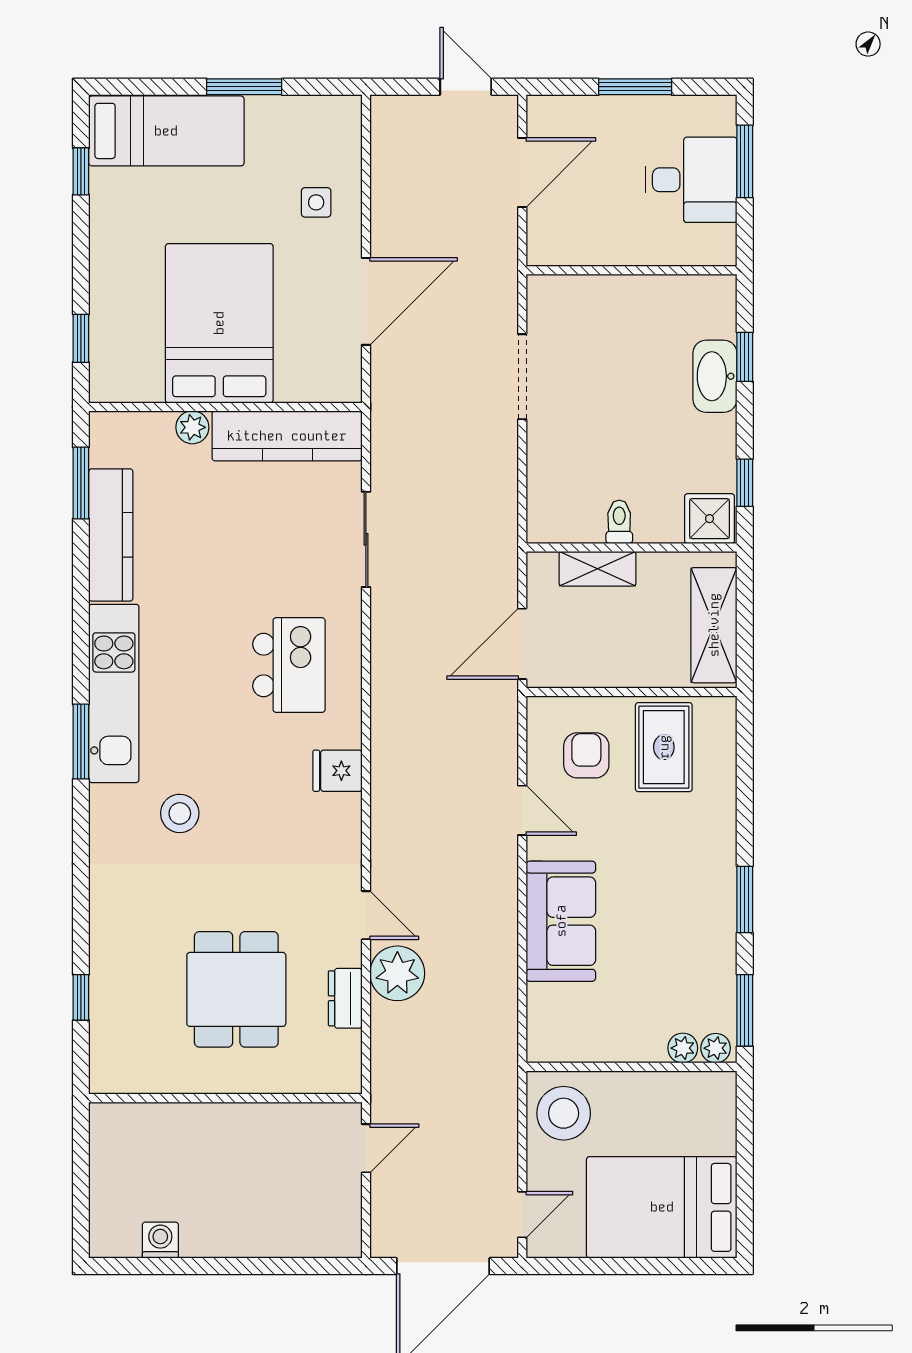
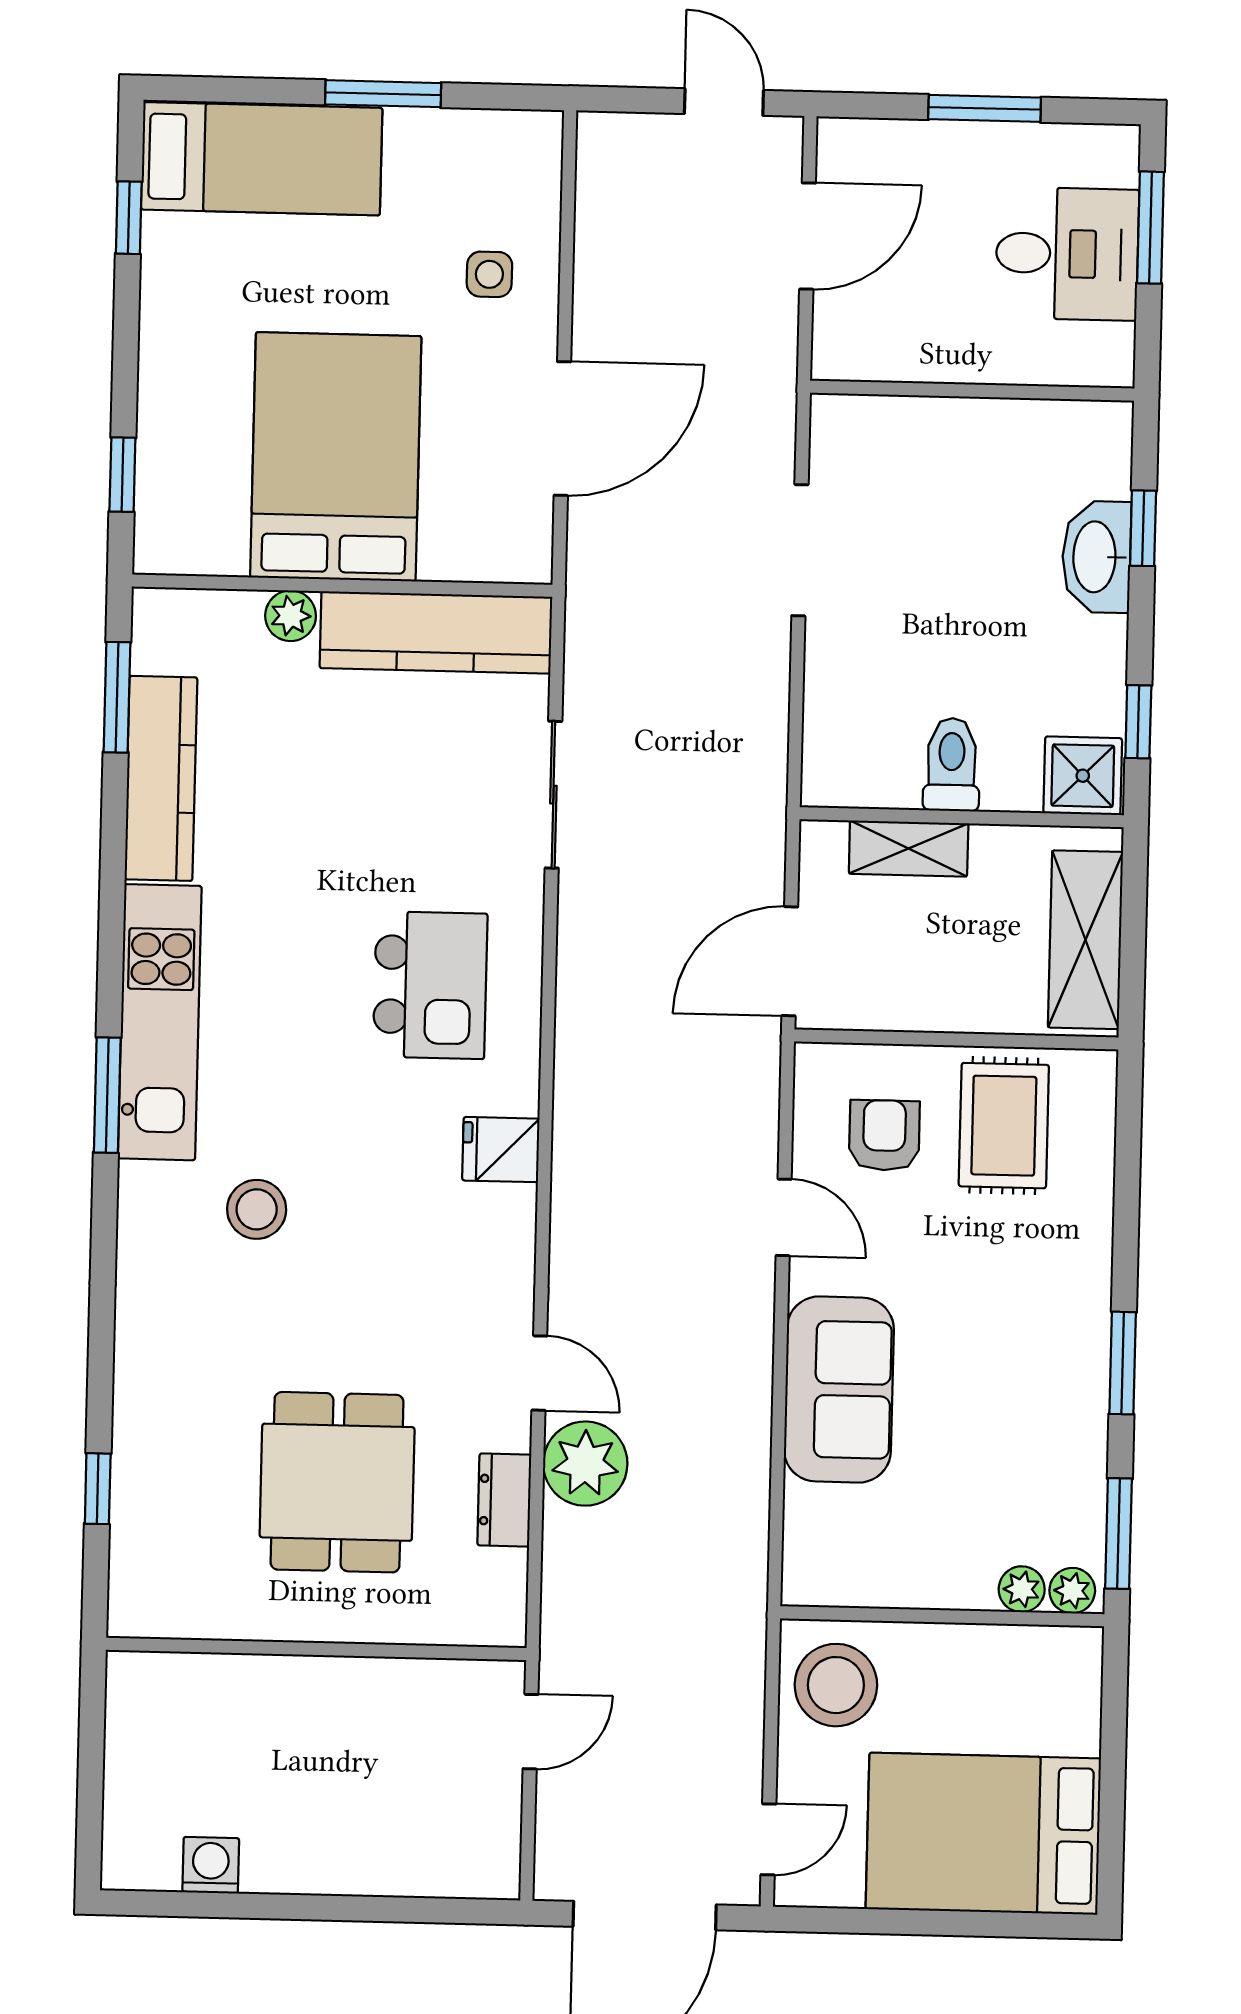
toilet: (619, 522) -> (952, 765), width x1.37, depth x1.39

